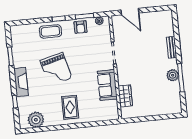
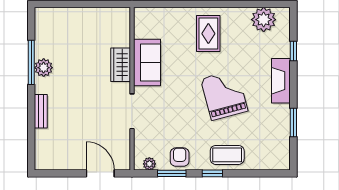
wardrobe: (125, 96) -> (121, 65), moved

